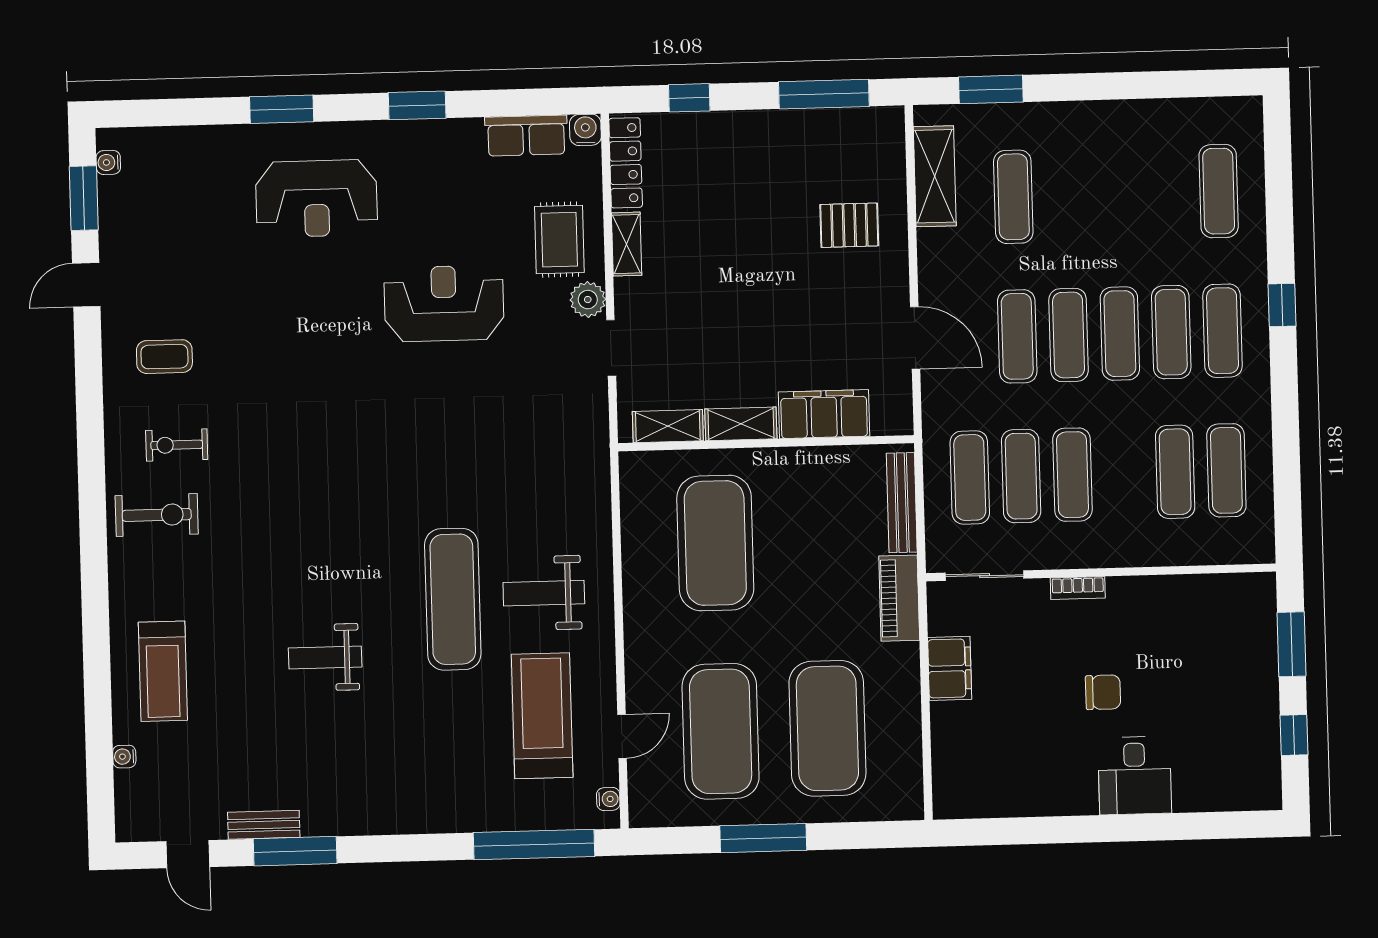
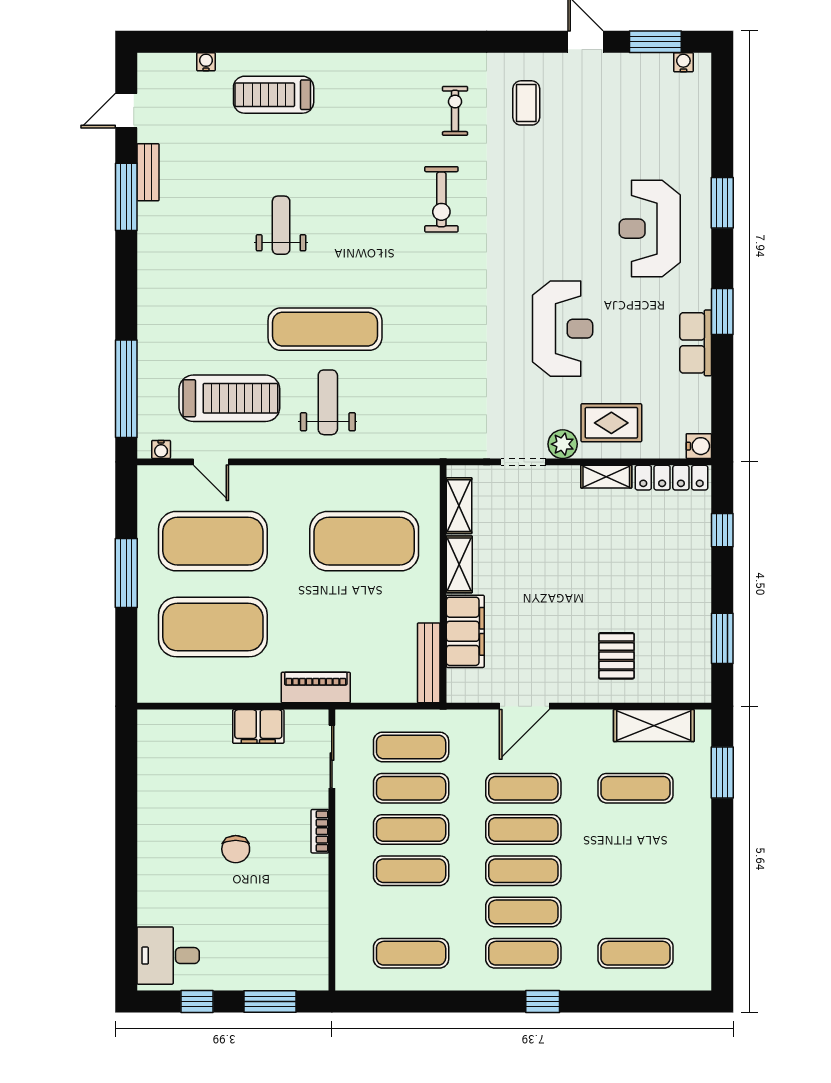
window: (824, 94) -> (722, 638), width x0.69
row of seats: (526, 136) -> (696, 343), moved
exercise mat: (1175, 472) -> (411, 871), moved
bench: (902, 503) -> (429, 663), moved, turned 90
exercise bike: (157, 515) -> (441, 199), moved
desk: (1135, 776) -> (168, 956), moved

